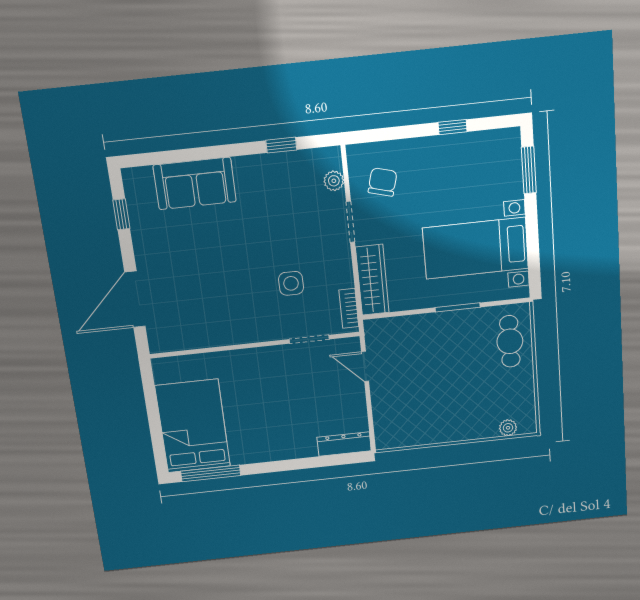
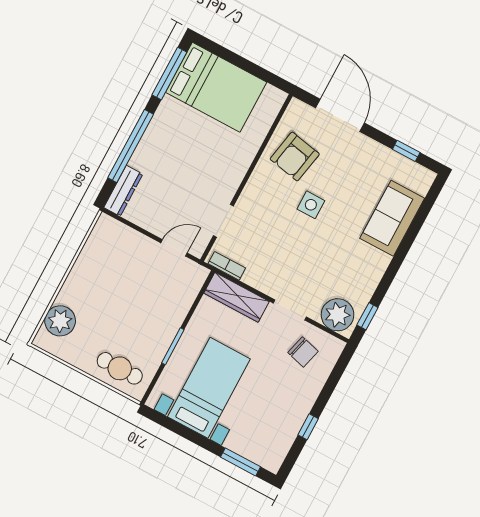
window: (281, 145) -> (367, 316), moved
plant: (334, 181) -> (338, 315), width x1.88, depth x1.88
side table: (291, 283) -> (311, 205), moved
armchair: (204, 315) -> (295, 157), added
plant: (508, 428) -> (60, 321), width x1.88, depth x1.88
window: (299, 464) -> (131, 146), added

